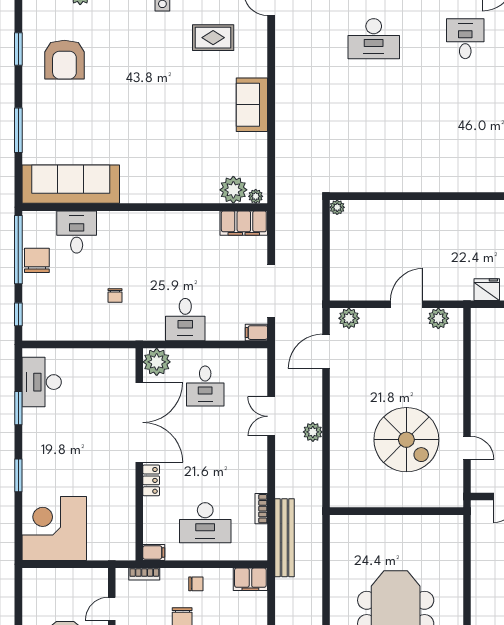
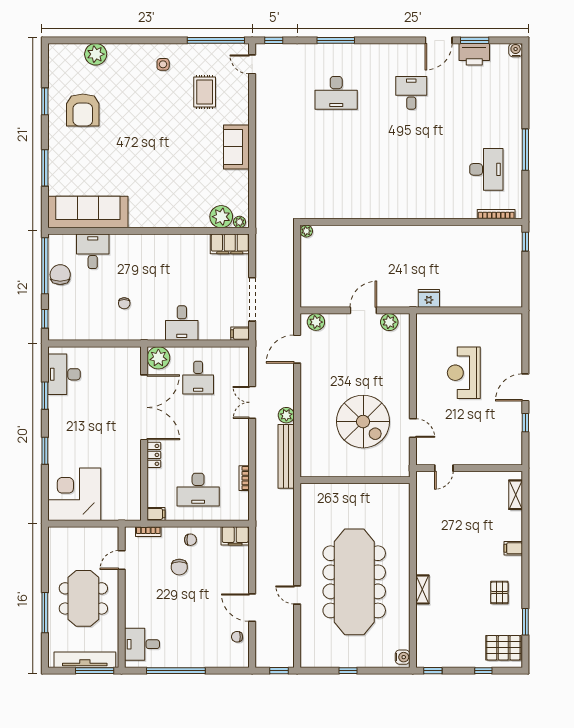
rug: (213, 38) -> (205, 92), turned 90
bench: (284, 538) -> (286, 456), moved

